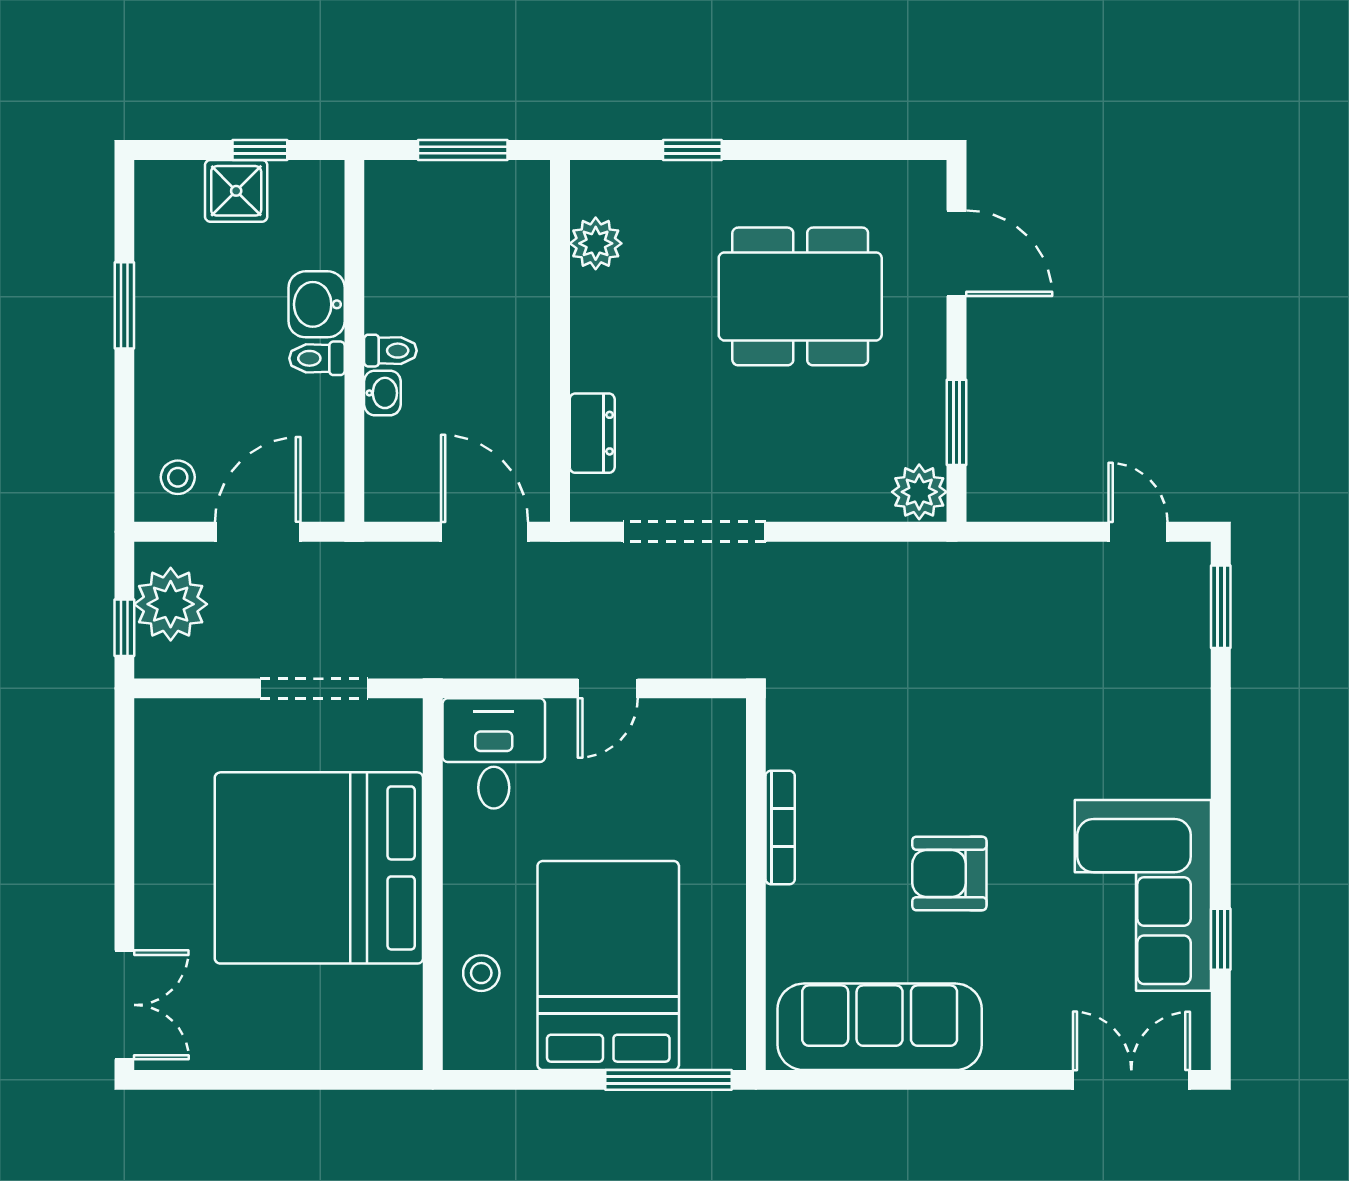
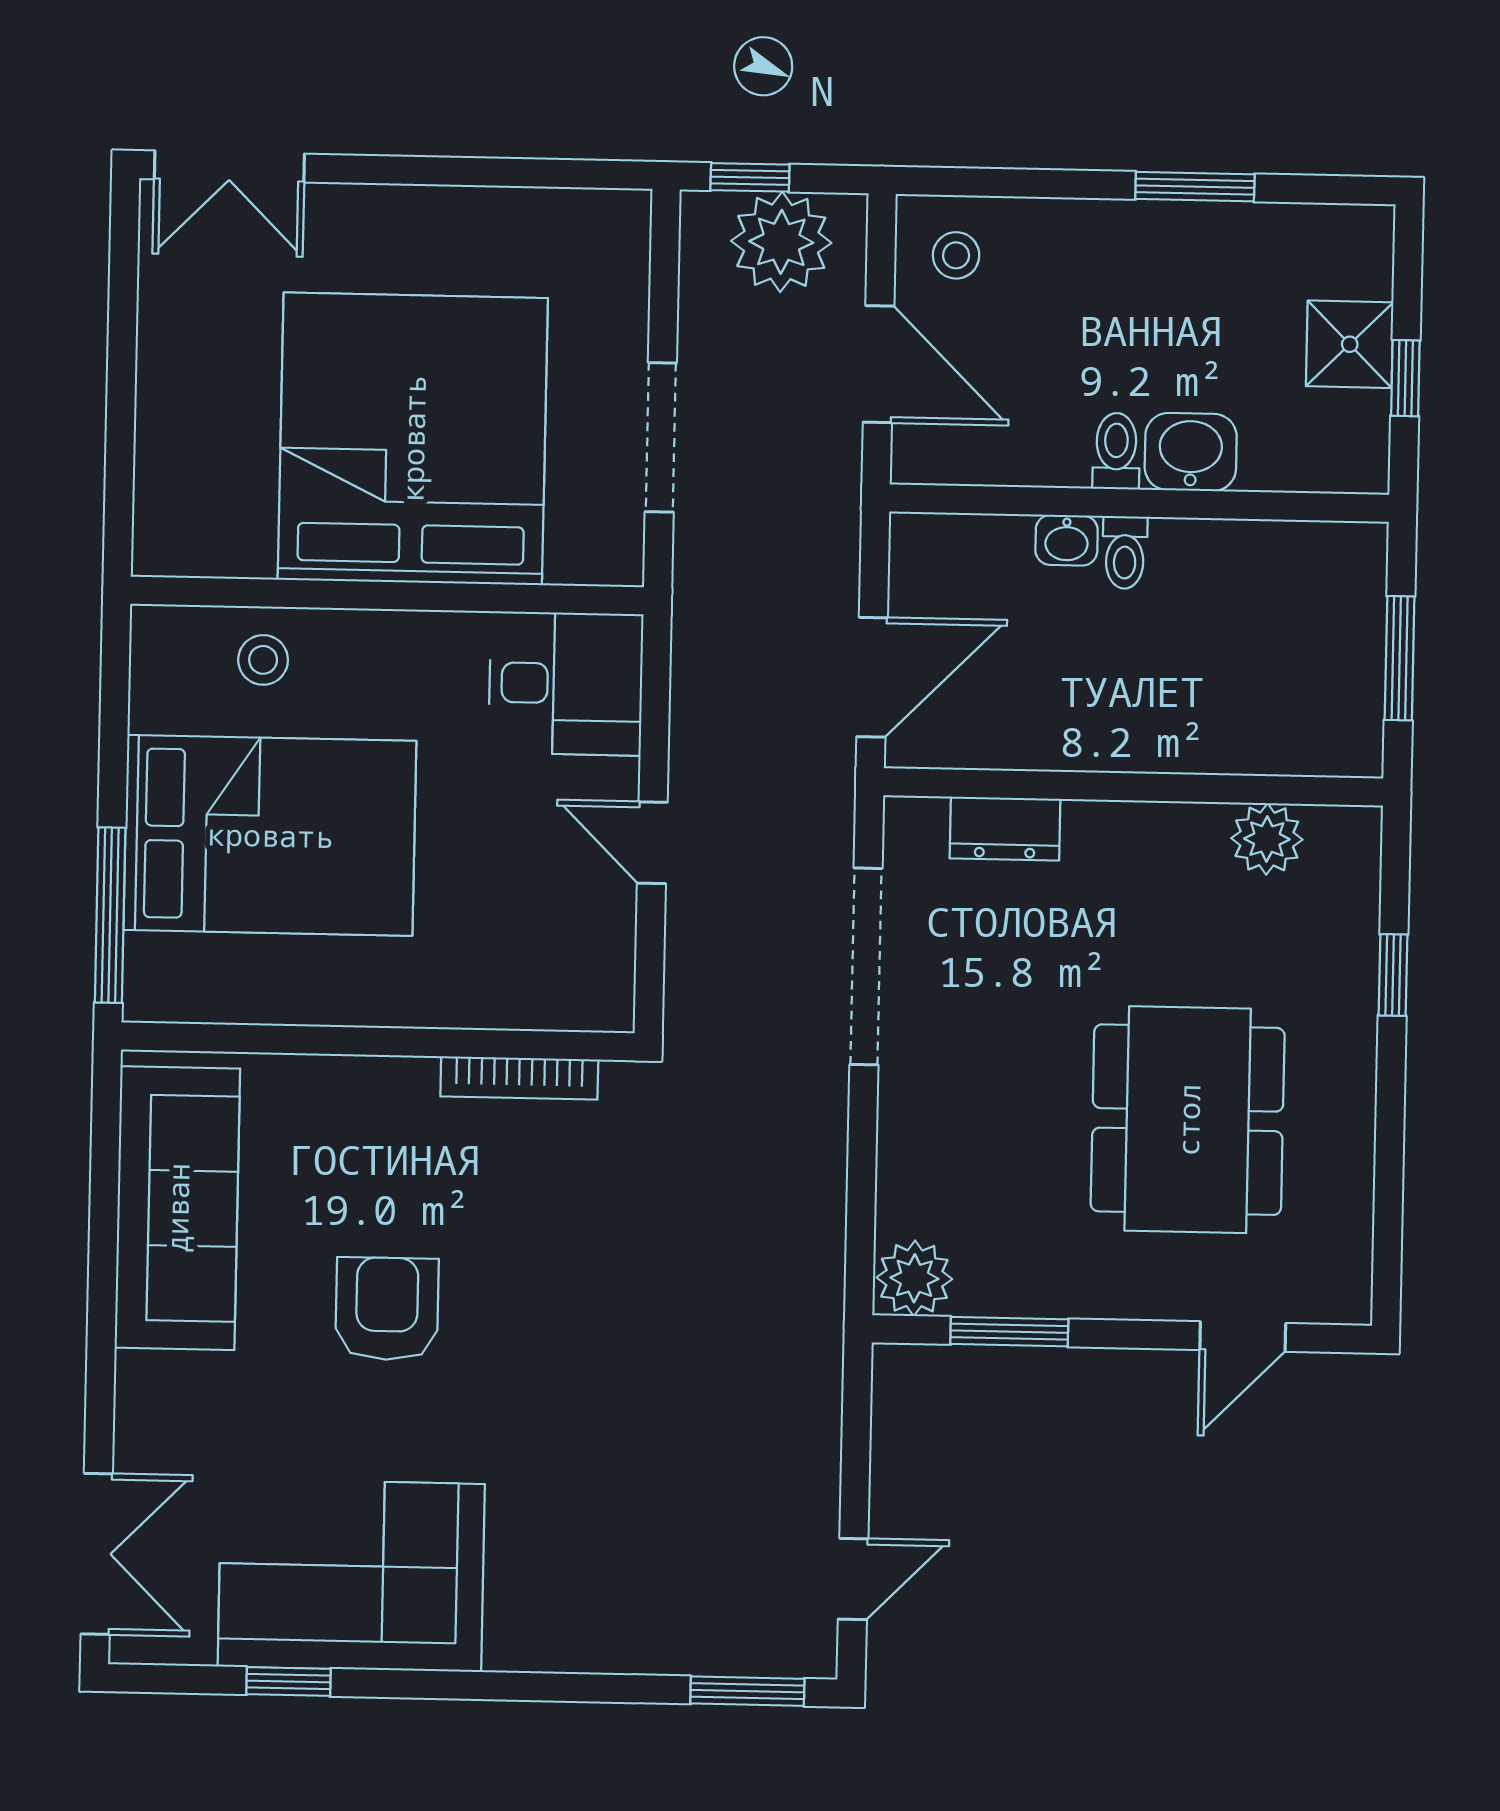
door: (956, 253) -> (1243, 1337), width x0.73
bookcase: (780, 828) -> (519, 1078), moved

